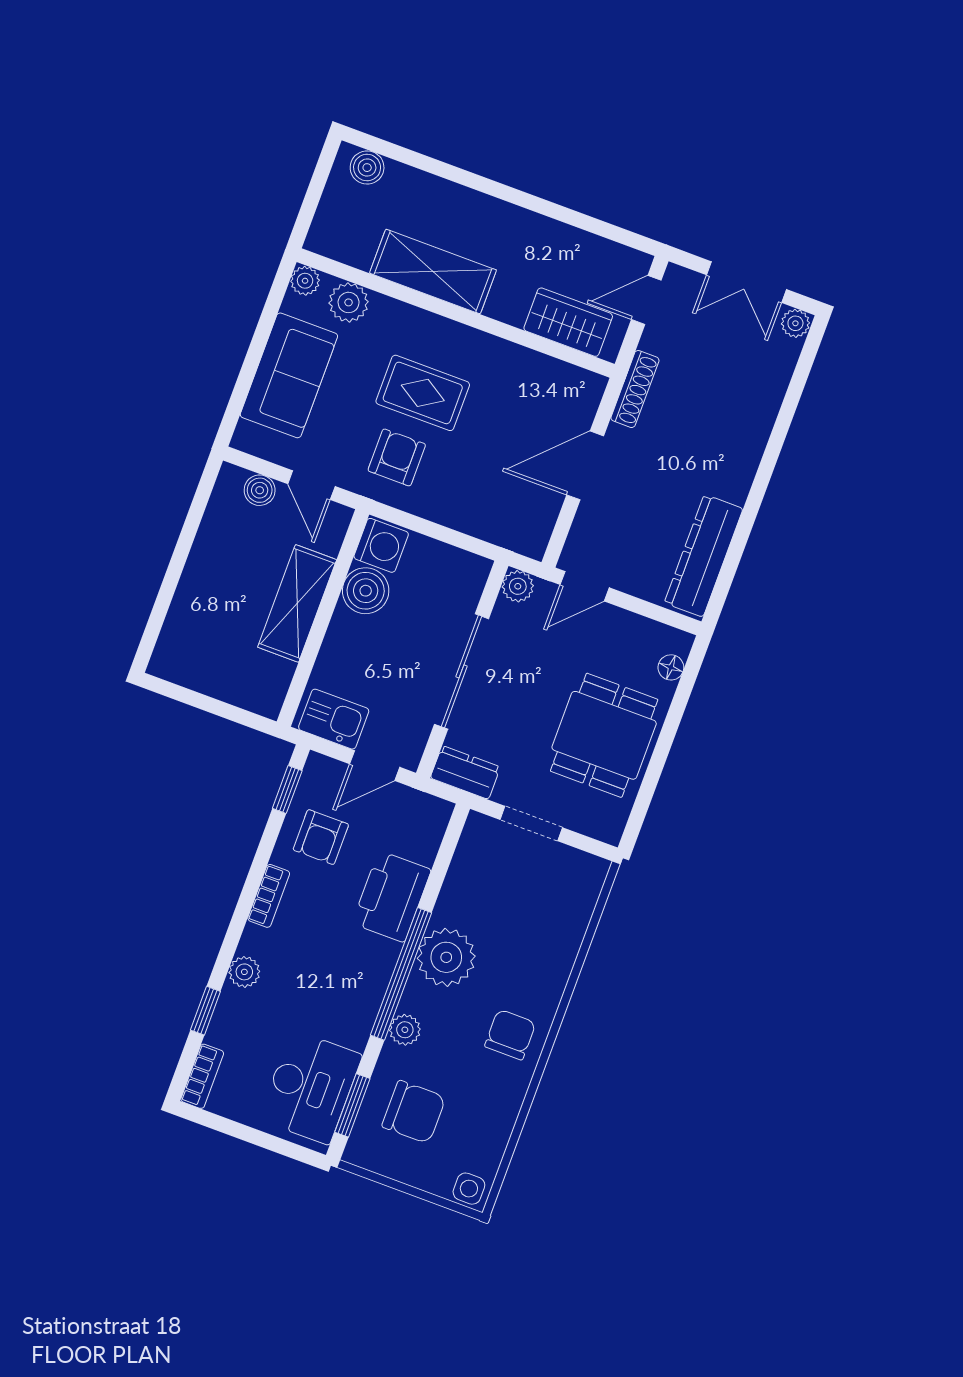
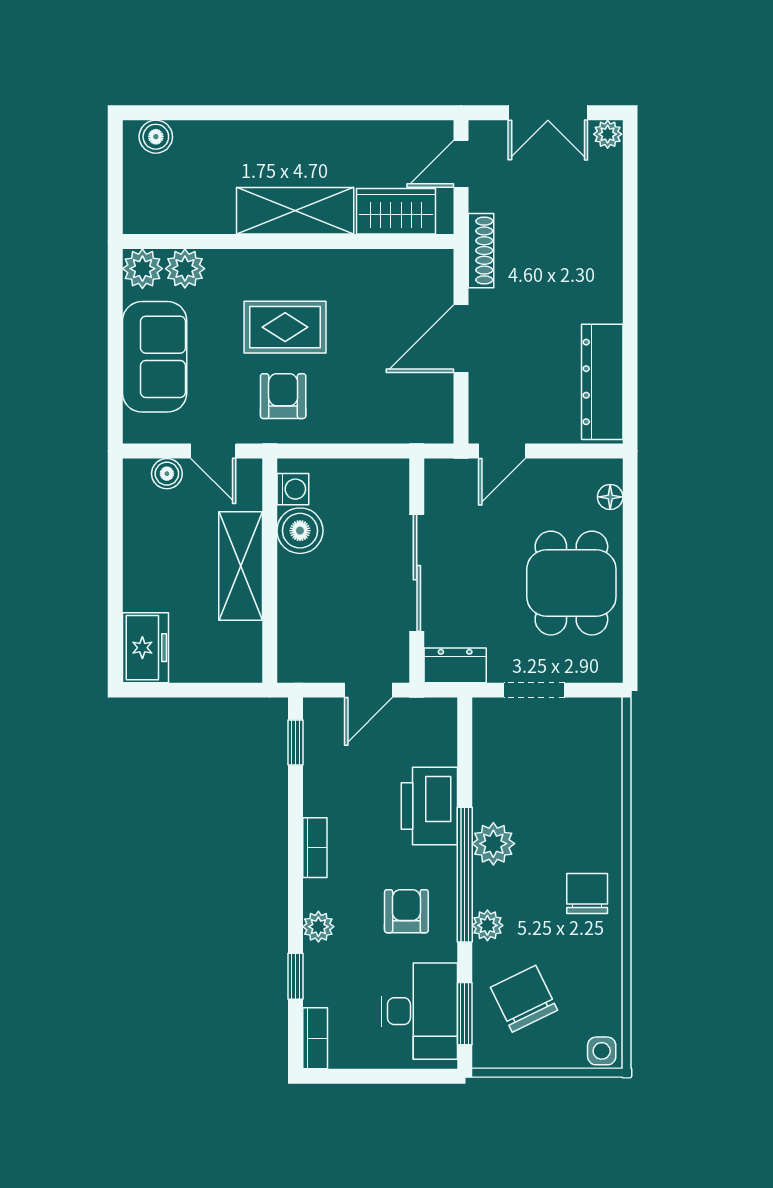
shelving: (433, 272) -> (295, 211), moved
plant: (305, 281) -> (142, 269), width x1.38, depth x1.38
washing machine: (381, 545) -> (293, 489), width x0.73, depth x0.73
plant: (518, 586) -> (440, 474), removed
freezer: (178, 647) -> (145, 648), added
kitchen sink: (334, 719) -> (314, 661), removed
armchair: (321, 837) -> (406, 911), moved, turned 180
plant: (446, 957) -> (493, 844), width x0.73, depth x0.73
chair: (414, 1112) -> (524, 999), turned -116

